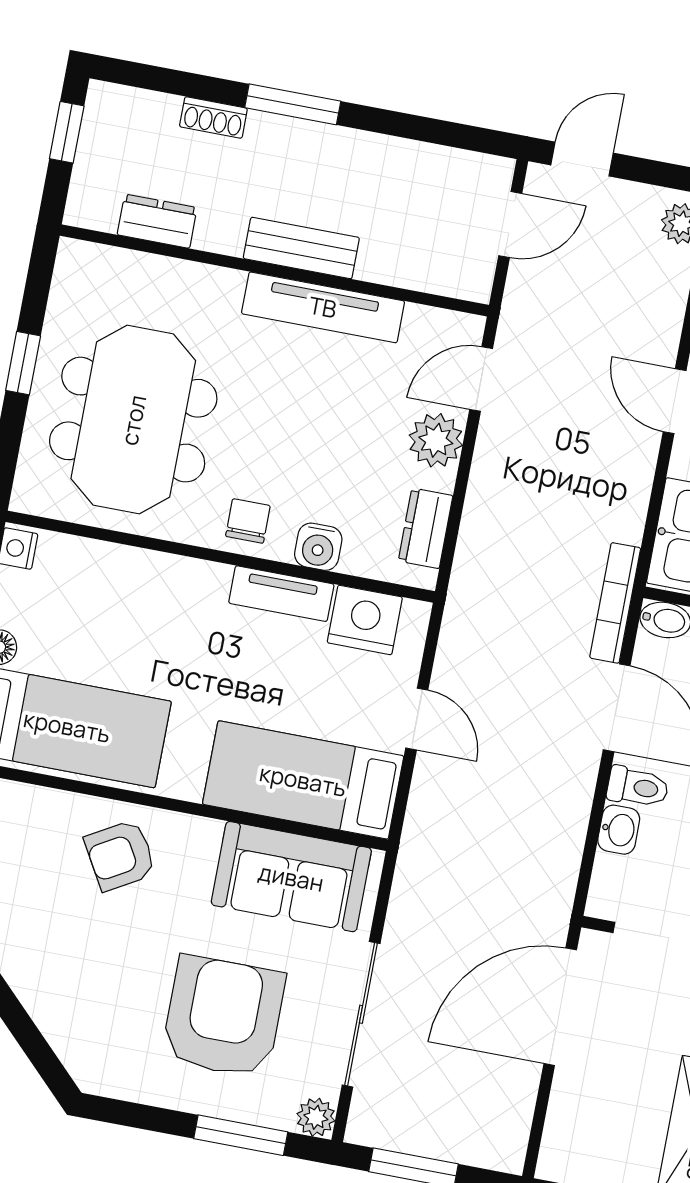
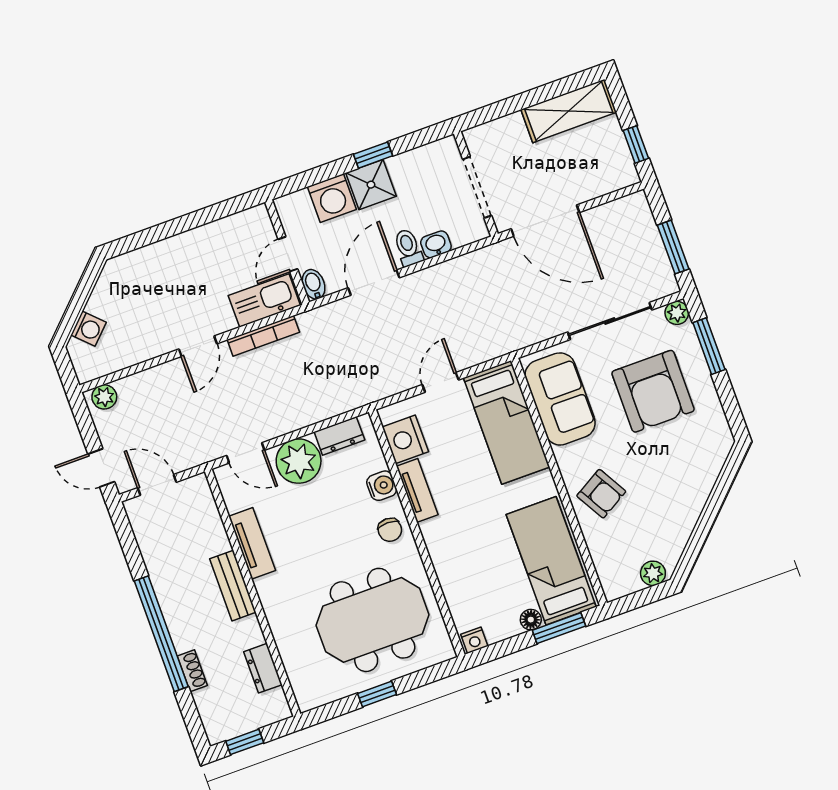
window: (293, 104) -> (161, 634), width x2.11
tv unit: (323, 307) -> (252, 543), width x0.71
plant: (436, 440) -> (299, 461), width x1.36, depth x1.36
chair: (248, 521) -> (390, 530), turned -90
bookcase: (615, 603) -> (263, 336), moved
armchair: (223, 1017) -> (653, 391), turned -90

